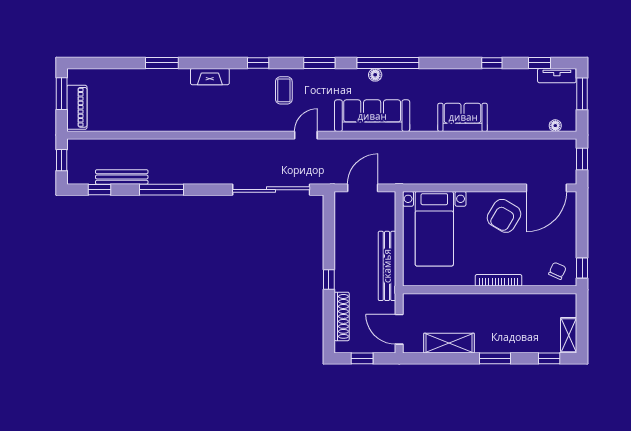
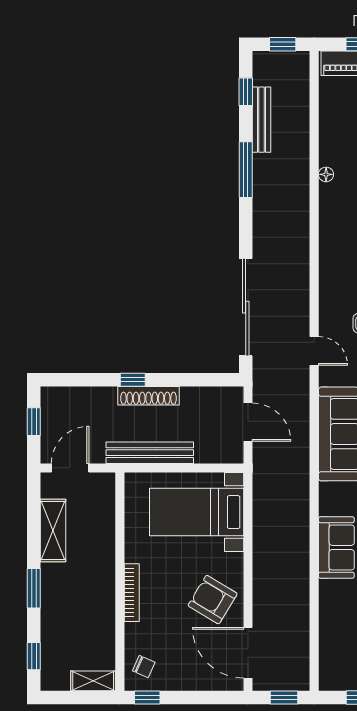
floor lamp: (555, 126) -> (326, 174), moved
shoe rack: (342, 316) -> (149, 396), moved
shelving: (569, 335) -> (93, 681), moved

